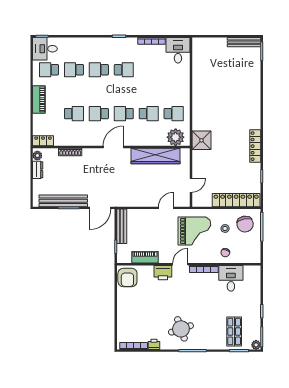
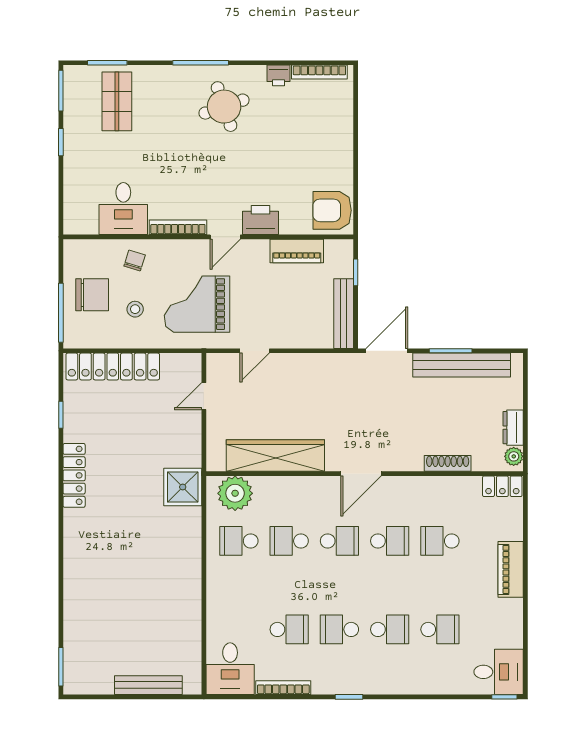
bench: (244, 42) -> (148, 685), moved
school desk: (49, 70) -> (289, 629), moved
chair: (245, 224) -> (92, 295), moved, turned 102
armchair: (127, 277) -> (332, 210), turned -90
plant: (256, 345) -> (73, 74), removed

